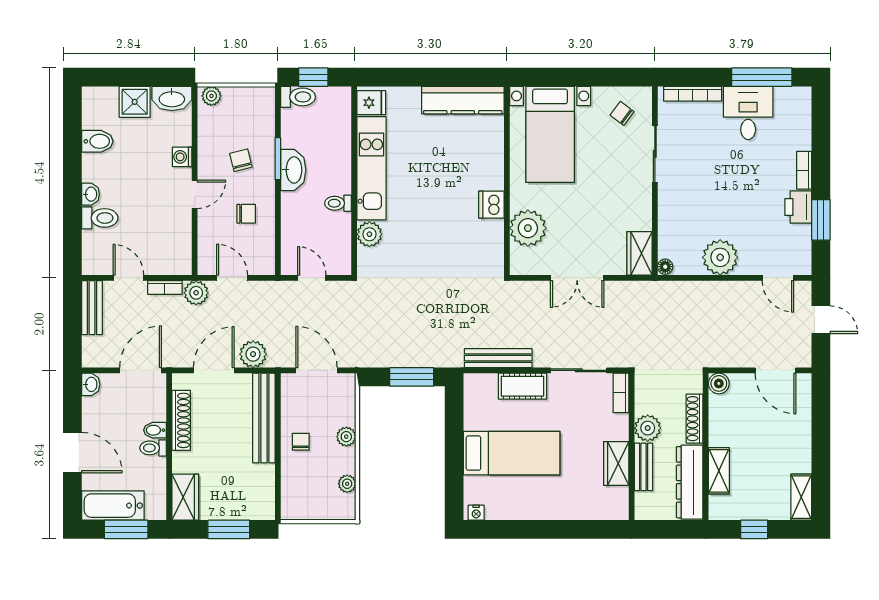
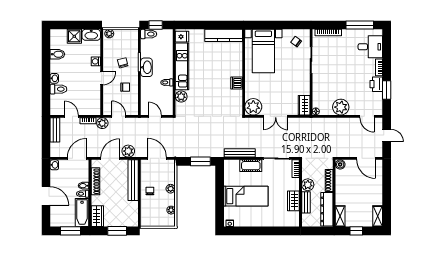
desk: (748, 113) -> (370, 47), moved, turned 90
plant: (528, 228) -> (253, 107), moved
shelving: (719, 471) -> (340, 216), moved
bathtub: (113, 506) -> (82, 213), moved, turned -90

